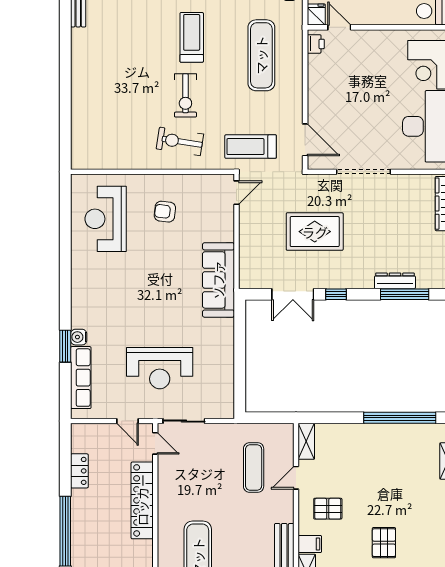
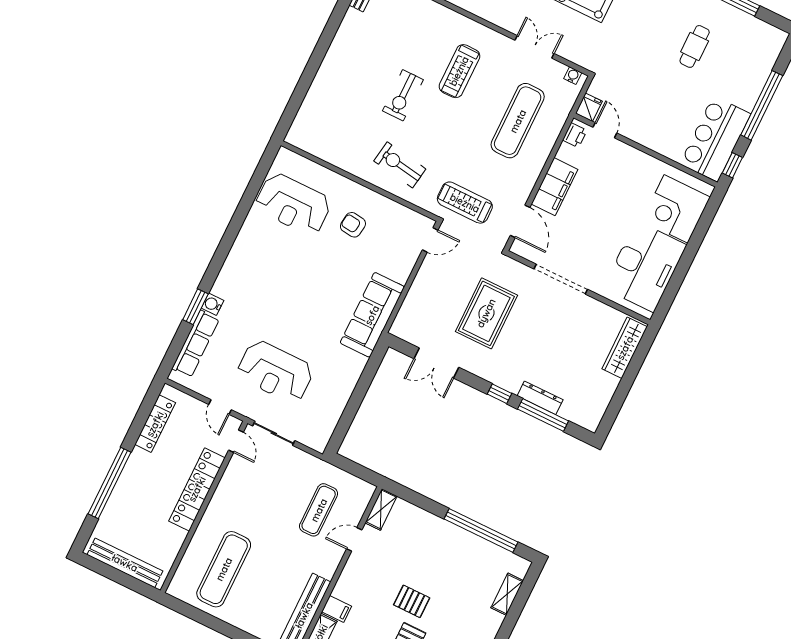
treadmill: (192, 37) -> (459, 71), turned 180
exercise bike: (185, 95) -> (403, 95), moved
filing cabinet: (320, 96) -> (554, 187), added
reception desk: (106, 219) -> (293, 204), turned -90
rug: (315, 232) -> (486, 313), turned 90
window: (336, 294) -> (499, 394), moved
locker: (79, 471) -> (155, 424), width x1.53
pallet: (328, 509) -> (412, 601), moved

